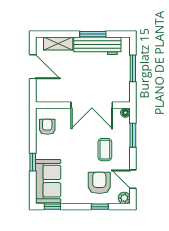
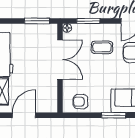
window: (133, 68) -> (37, 21), moved
window: (33, 162) -> (114, 115), width x1.50

